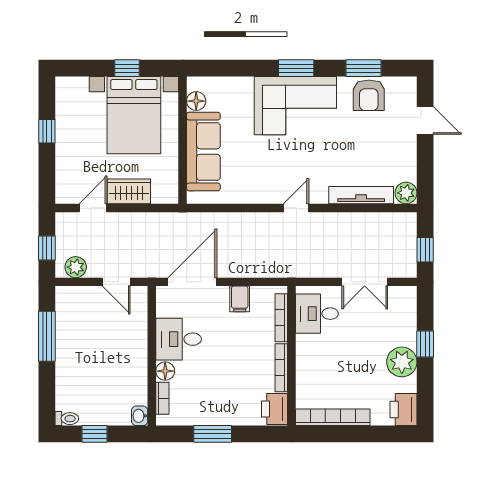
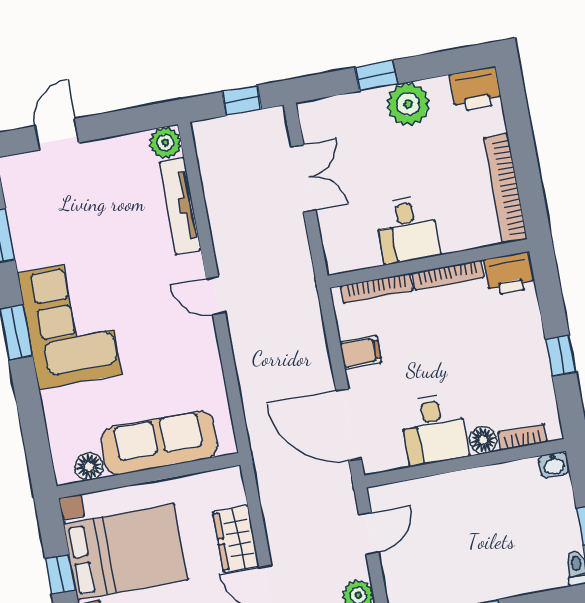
armchair: (369, 95) -> (36, 221), removed
desk: (317, 314) -> (407, 230), moved
window: (213, 434) -> (561, 356), width x0.67

